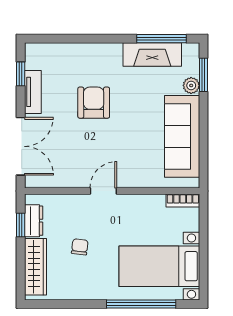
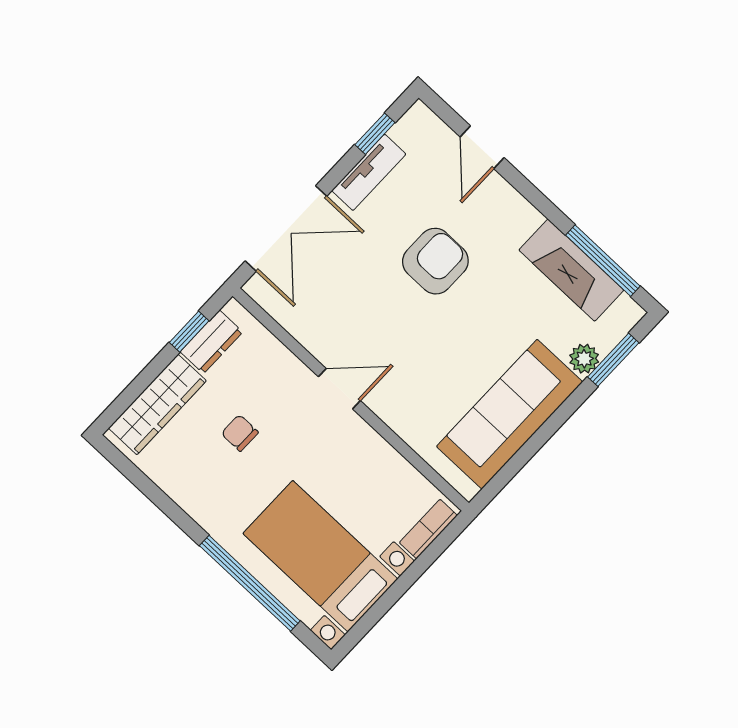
door: (69, 39) -> (482, 147), added
bookcase: (183, 201) -> (428, 529), moved, turned 90
chair: (80, 247) -> (240, 433), turned -97

